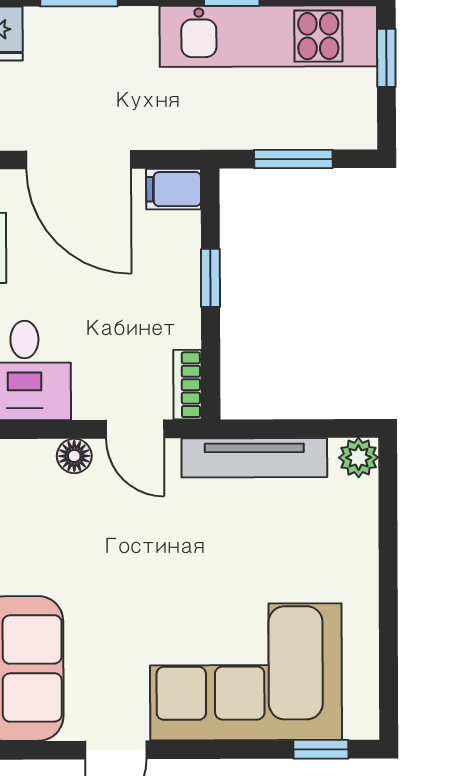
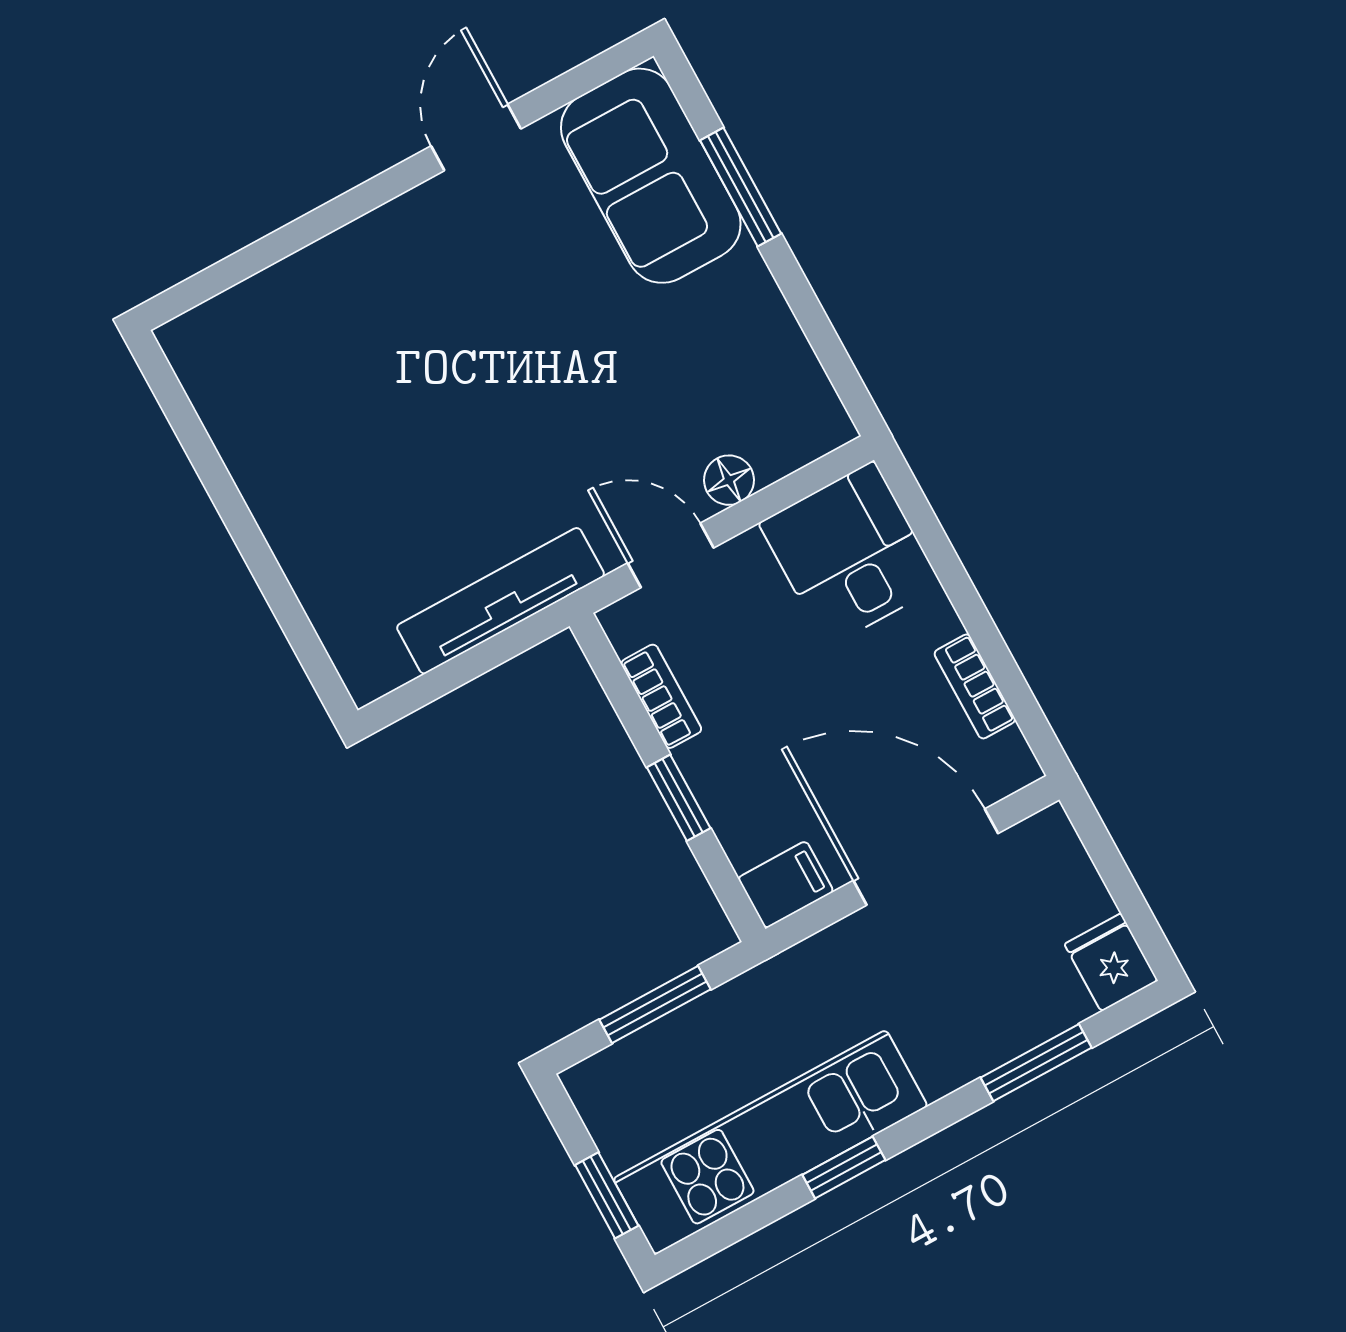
bookcase: (188, 385) -> (661, 696), moved
plant: (359, 458) -> (369, 672), removed
corner sofa: (246, 672) -> (365, 325), removed
window: (321, 749) -> (218, 278), removed

